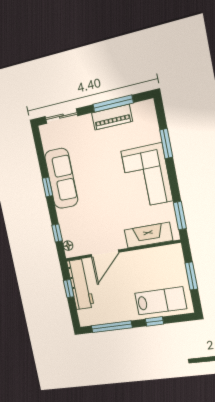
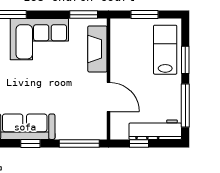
window: (57, 233) -> (79, 143), width x2.17
floor lamp: (68, 246) -> (94, 134), removed
workbench: (80, 284) -> (155, 130), moved
window: (154, 321) -> (185, 60), width x1.50

